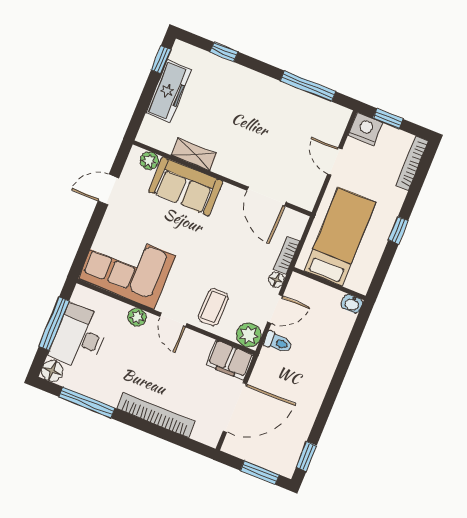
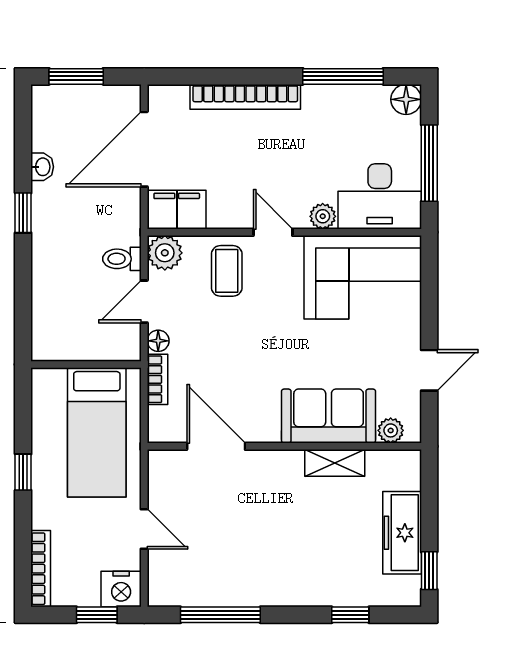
washbasin: (352, 304) -> (42, 167), moved, turned 90
desk: (79, 337) -> (380, 196), moved, turned 90
window: (306, 456) -> (23, 213), moved

